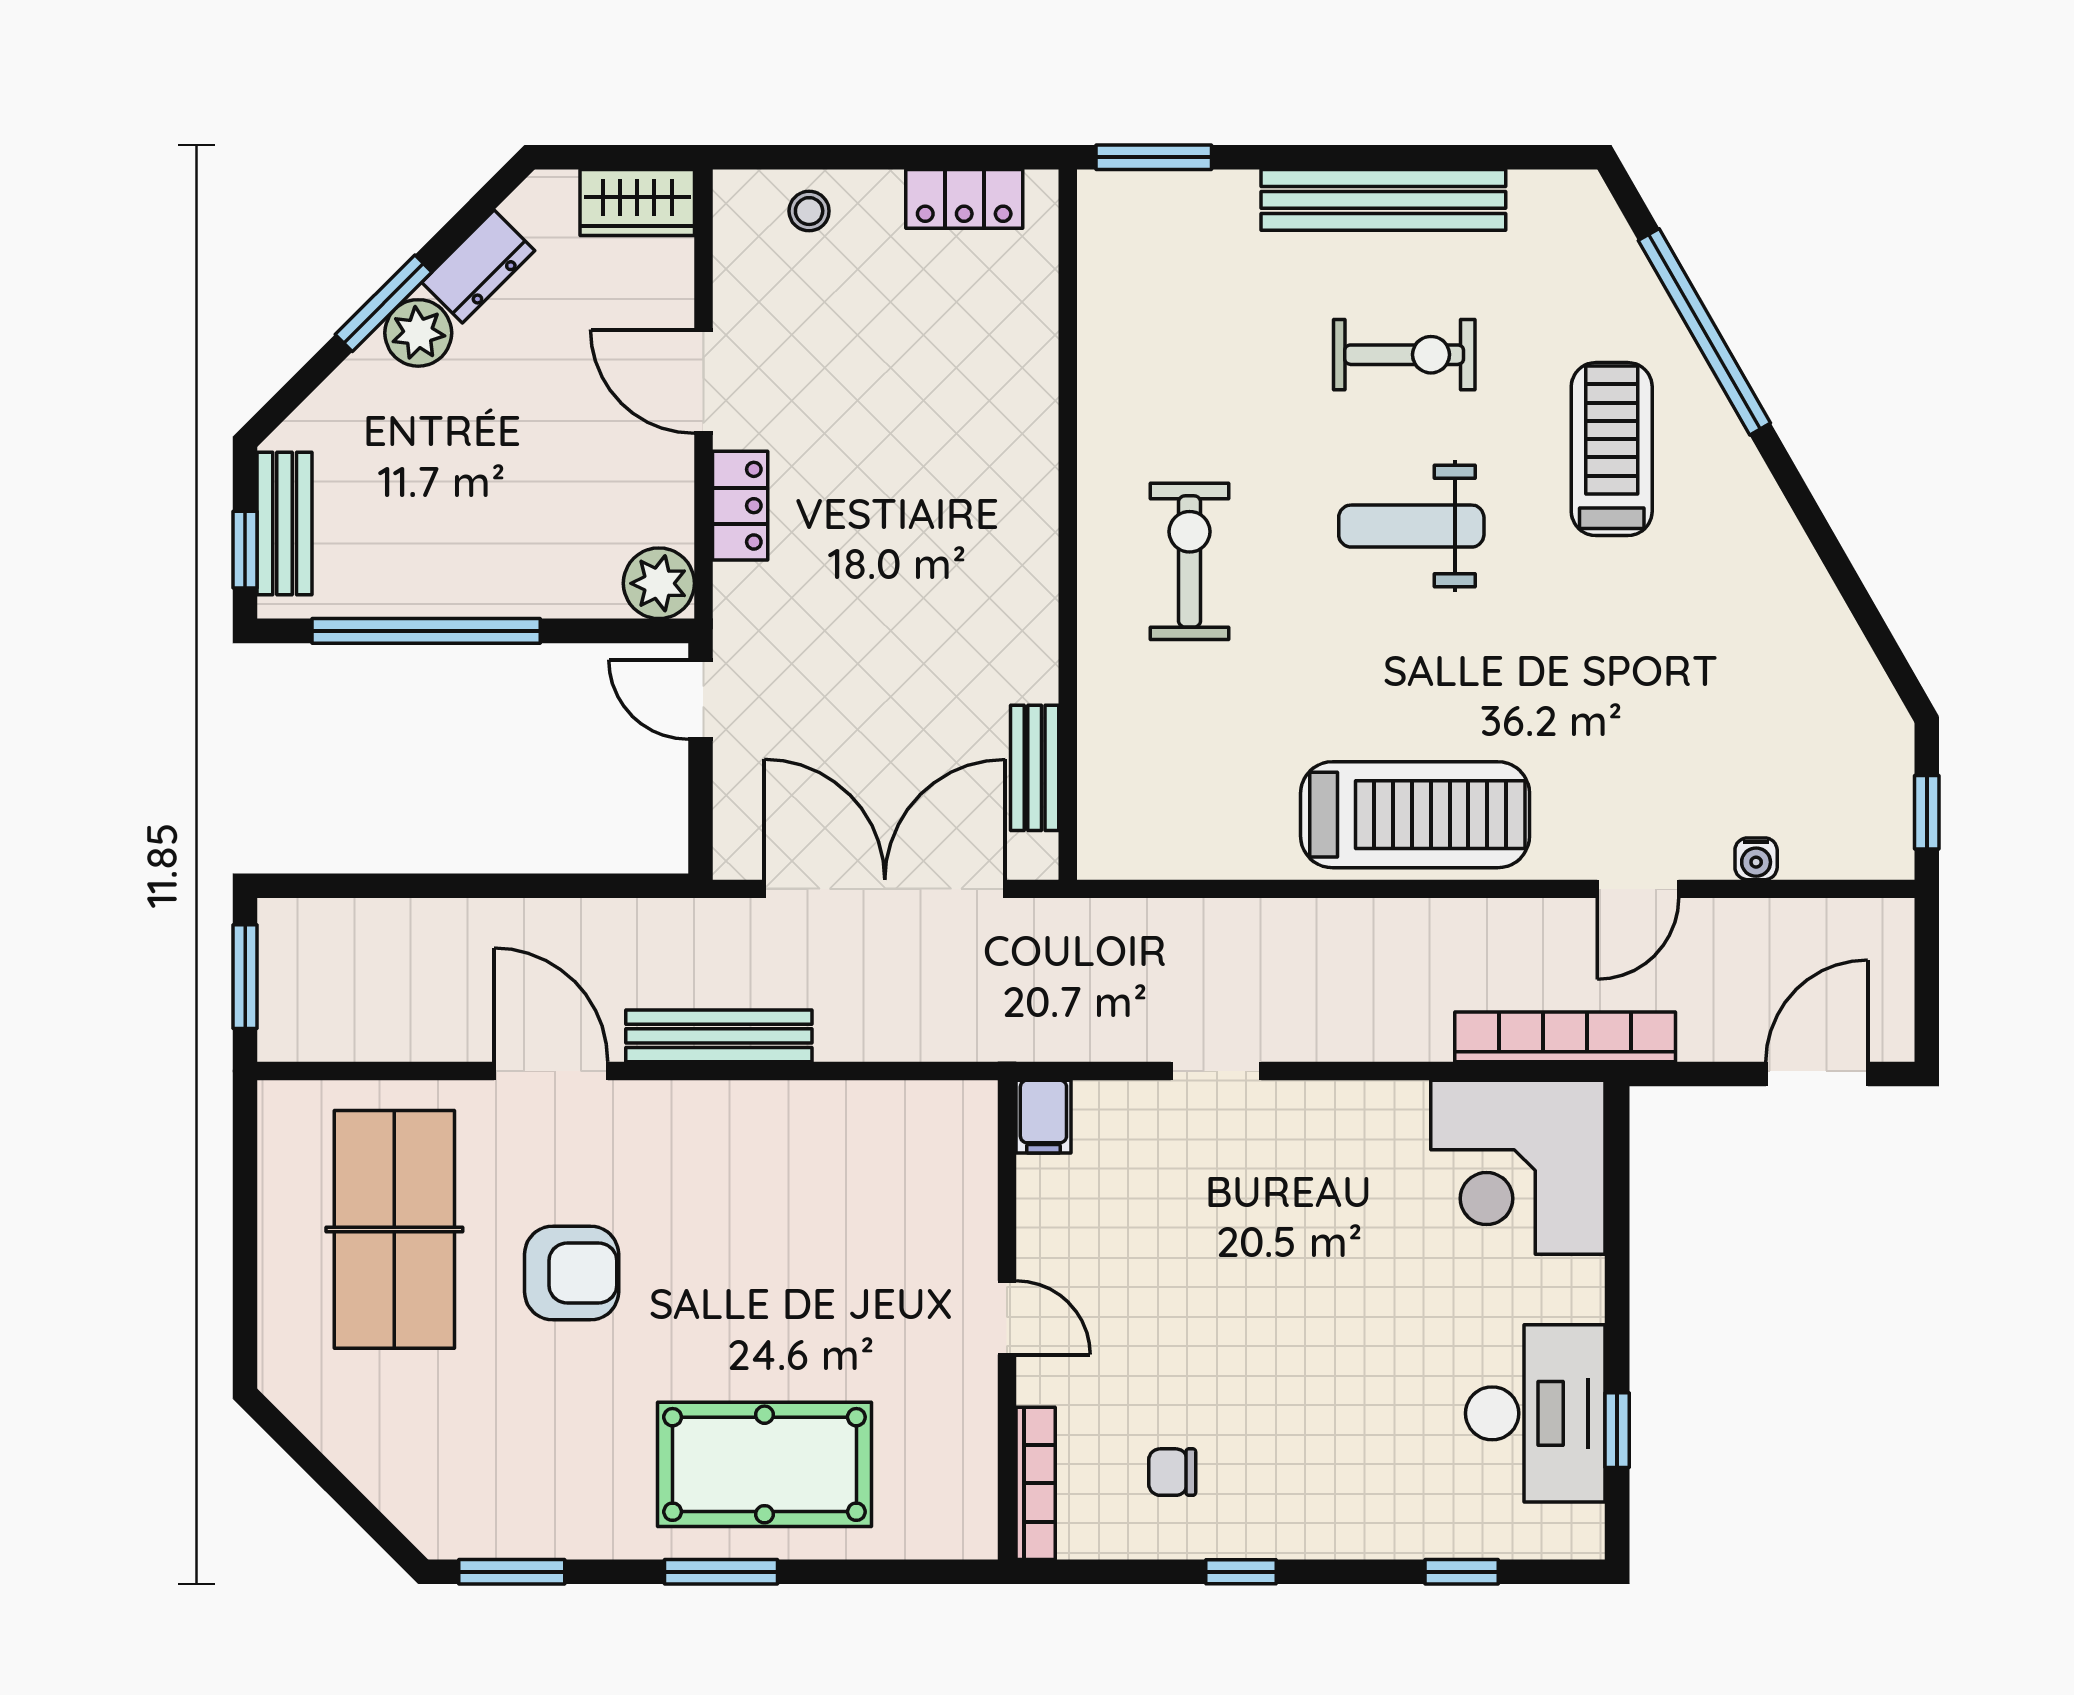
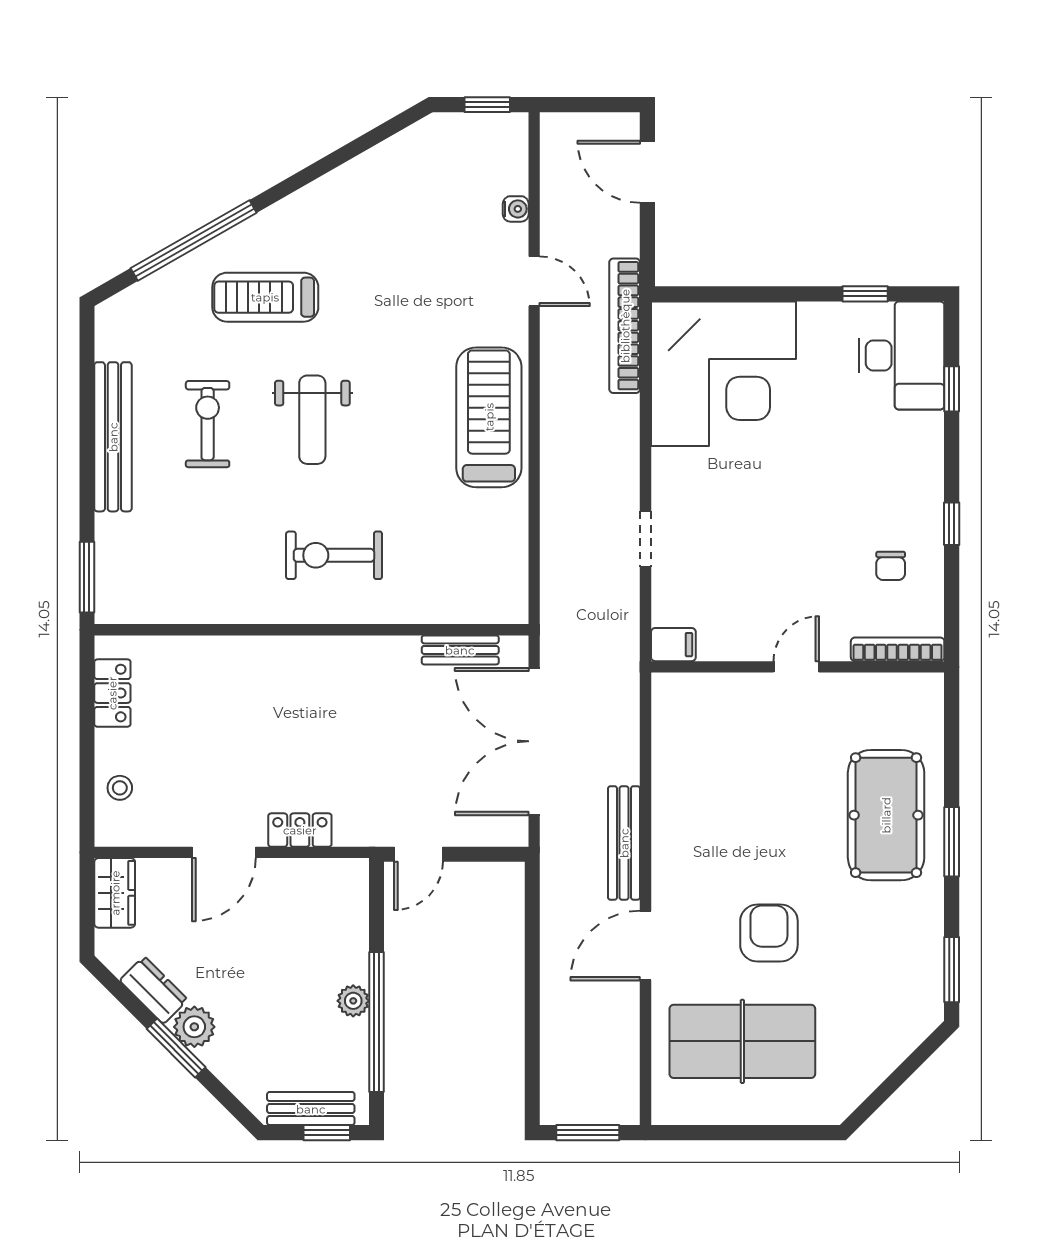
plant: (659, 583) -> (353, 1001), moved, width x0.73, depth x0.73
corner desk: (1518, 1167) -> (723, 374), width x1.36, depth x1.36
desk: (1535, 1413) -> (902, 356), moved, turned 90

